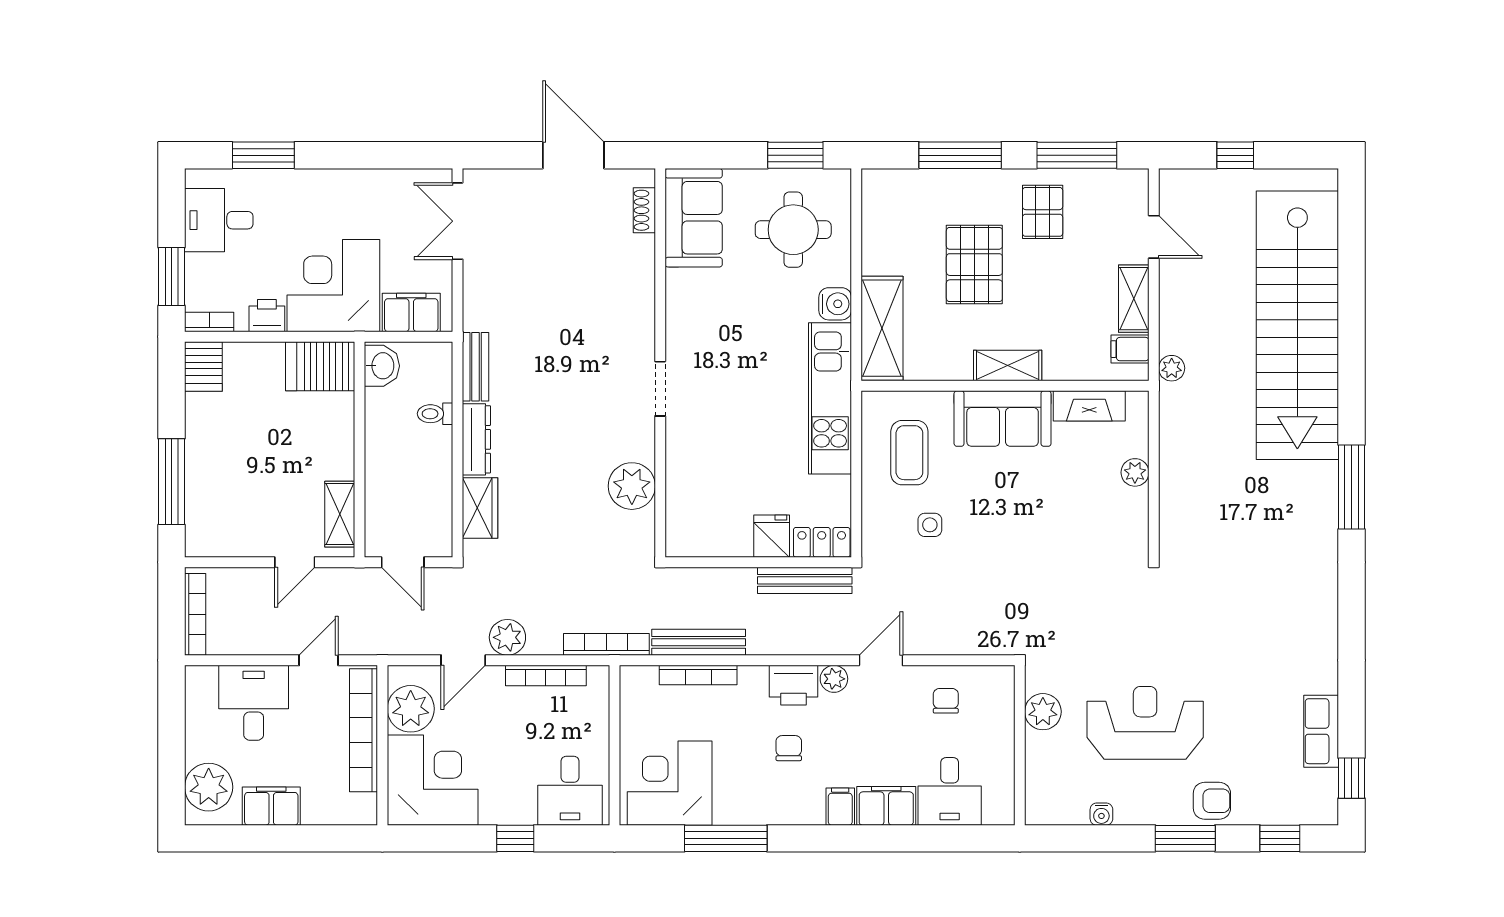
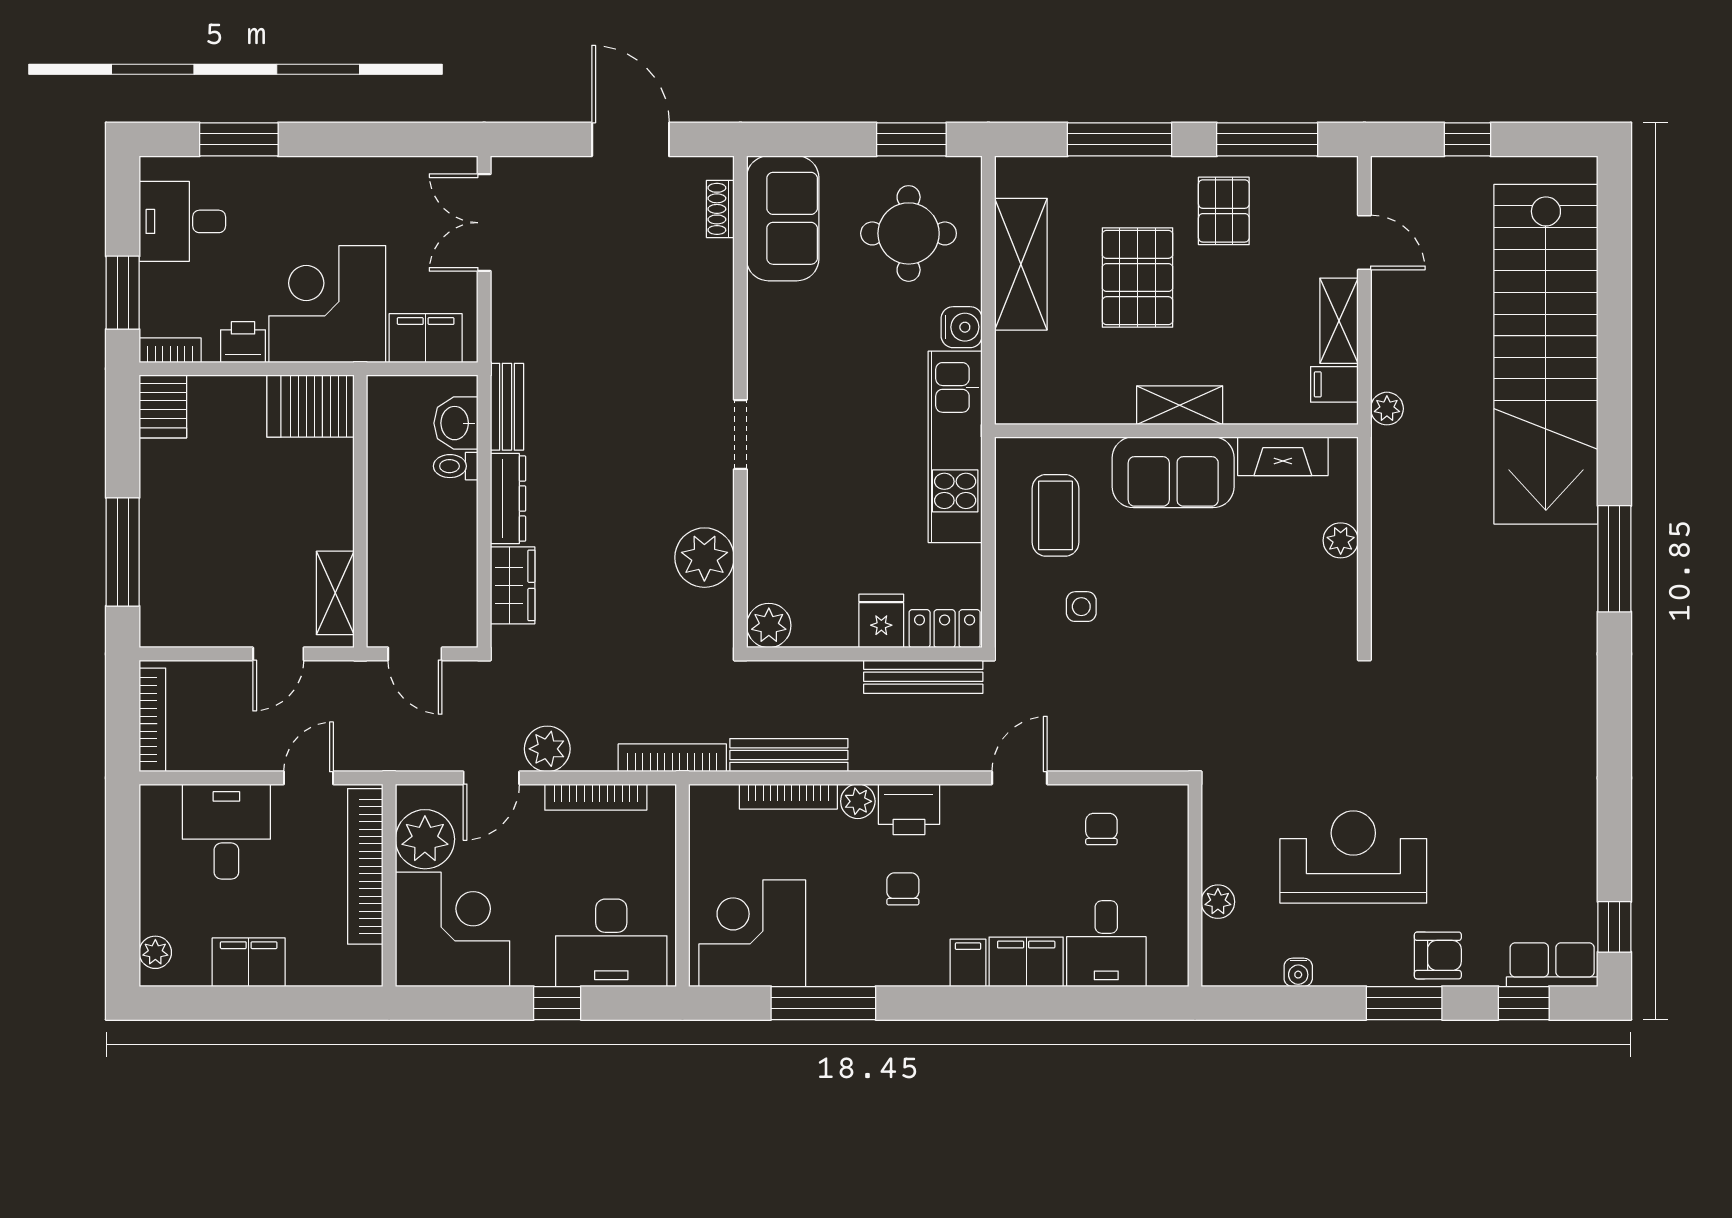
shelving: (882, 328) -> (1021, 264), moved
washbasin: (382, 366) -> (456, 423), moved, turned 180
plant: (683, 540) -> (769, 625), added
plant: (834, 679) -> (858, 801), moved
plant: (1043, 712) -> (1218, 902), moved, width x0.73, depth x0.73
row of seats: (1321, 731) -> (1552, 965), moved, turned 90
plant: (209, 787) -> (155, 952), width x0.53, depth x0.53
desk: (570, 791) -> (611, 943), width x1.37

